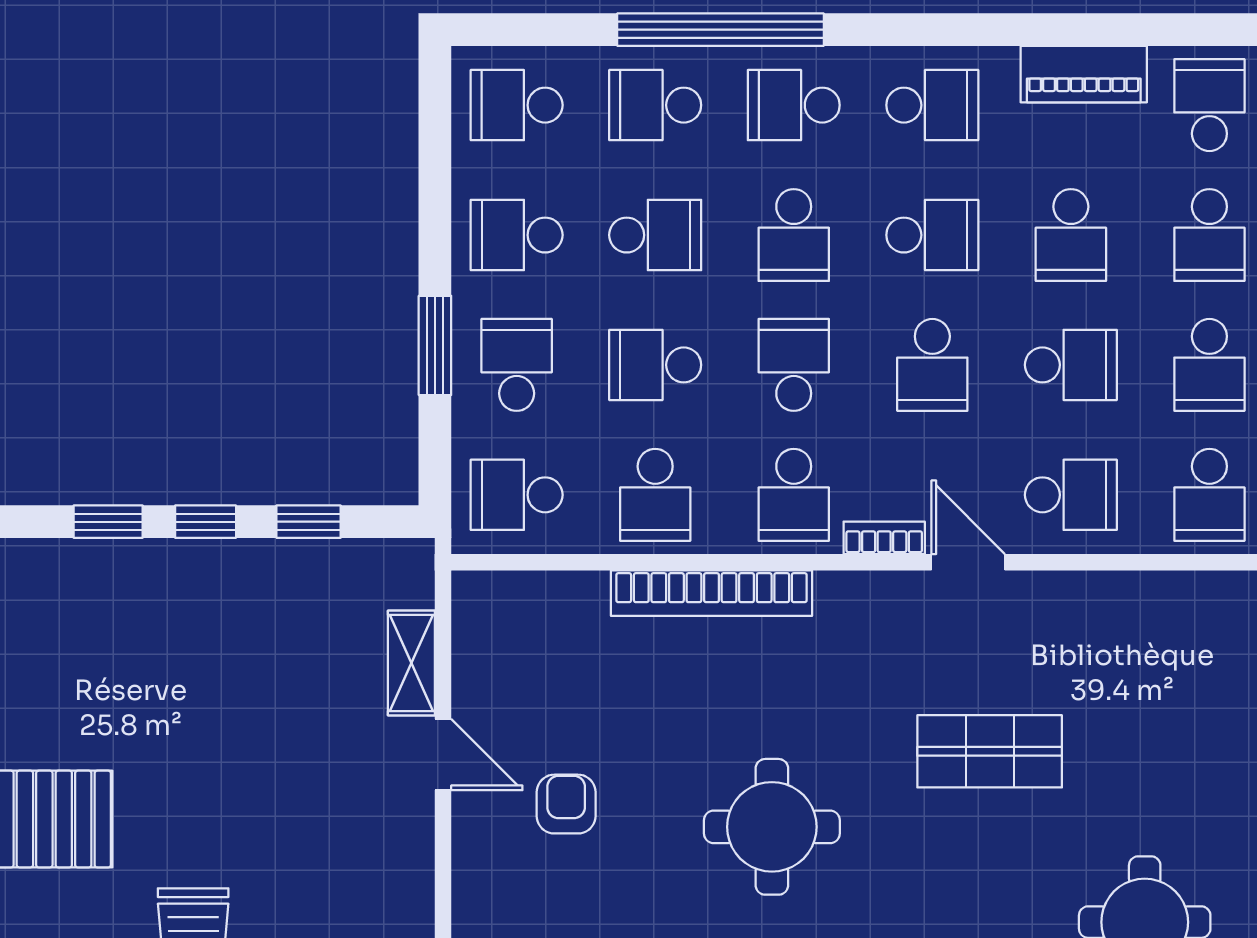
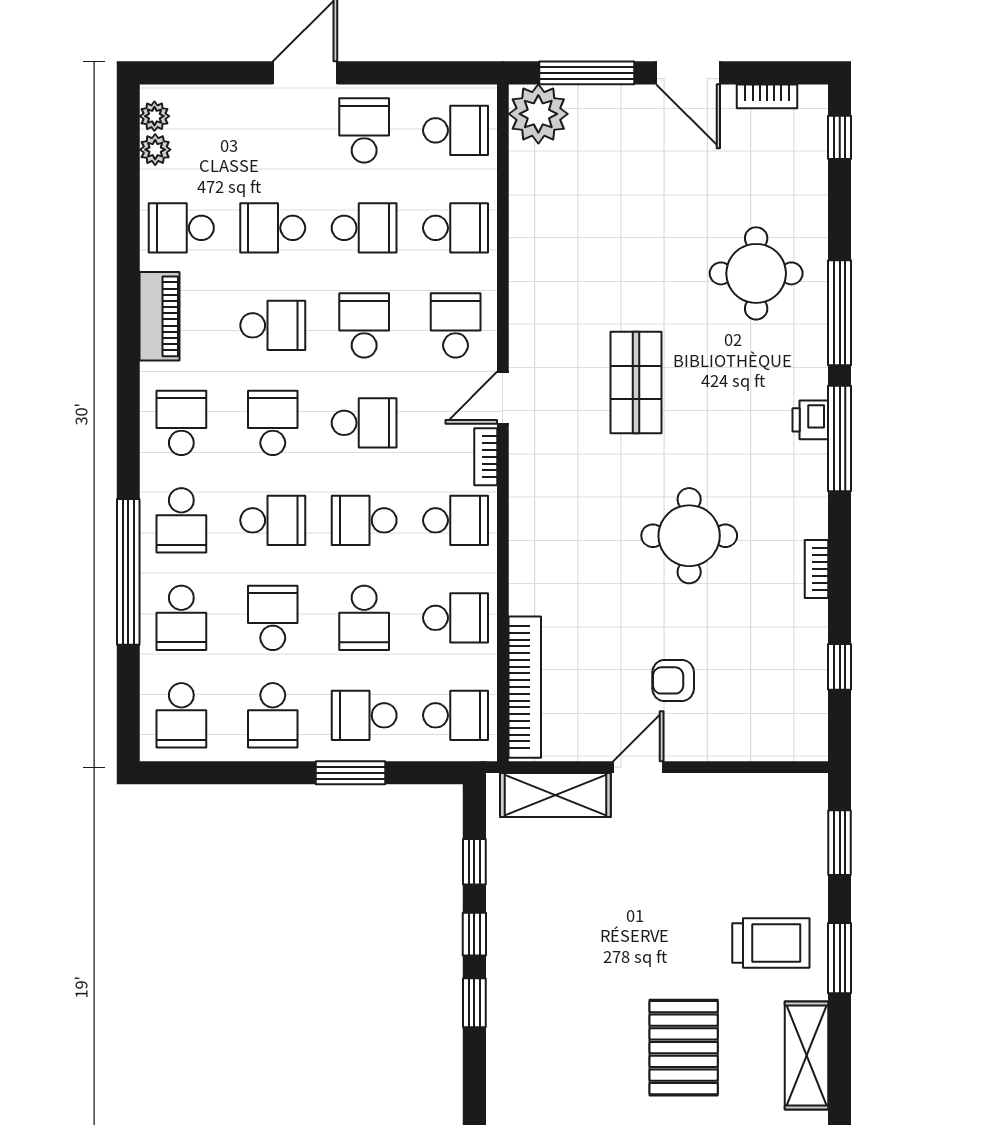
school desk: (1209, 235) -> (273, 228), turned 180
school desk: (517, 495) -> (456, 715), turned -90
bookcase: (711, 593) -> (525, 687), moved
shelving: (411, 663) -> (555, 795), width x1.50, depth x1.33

